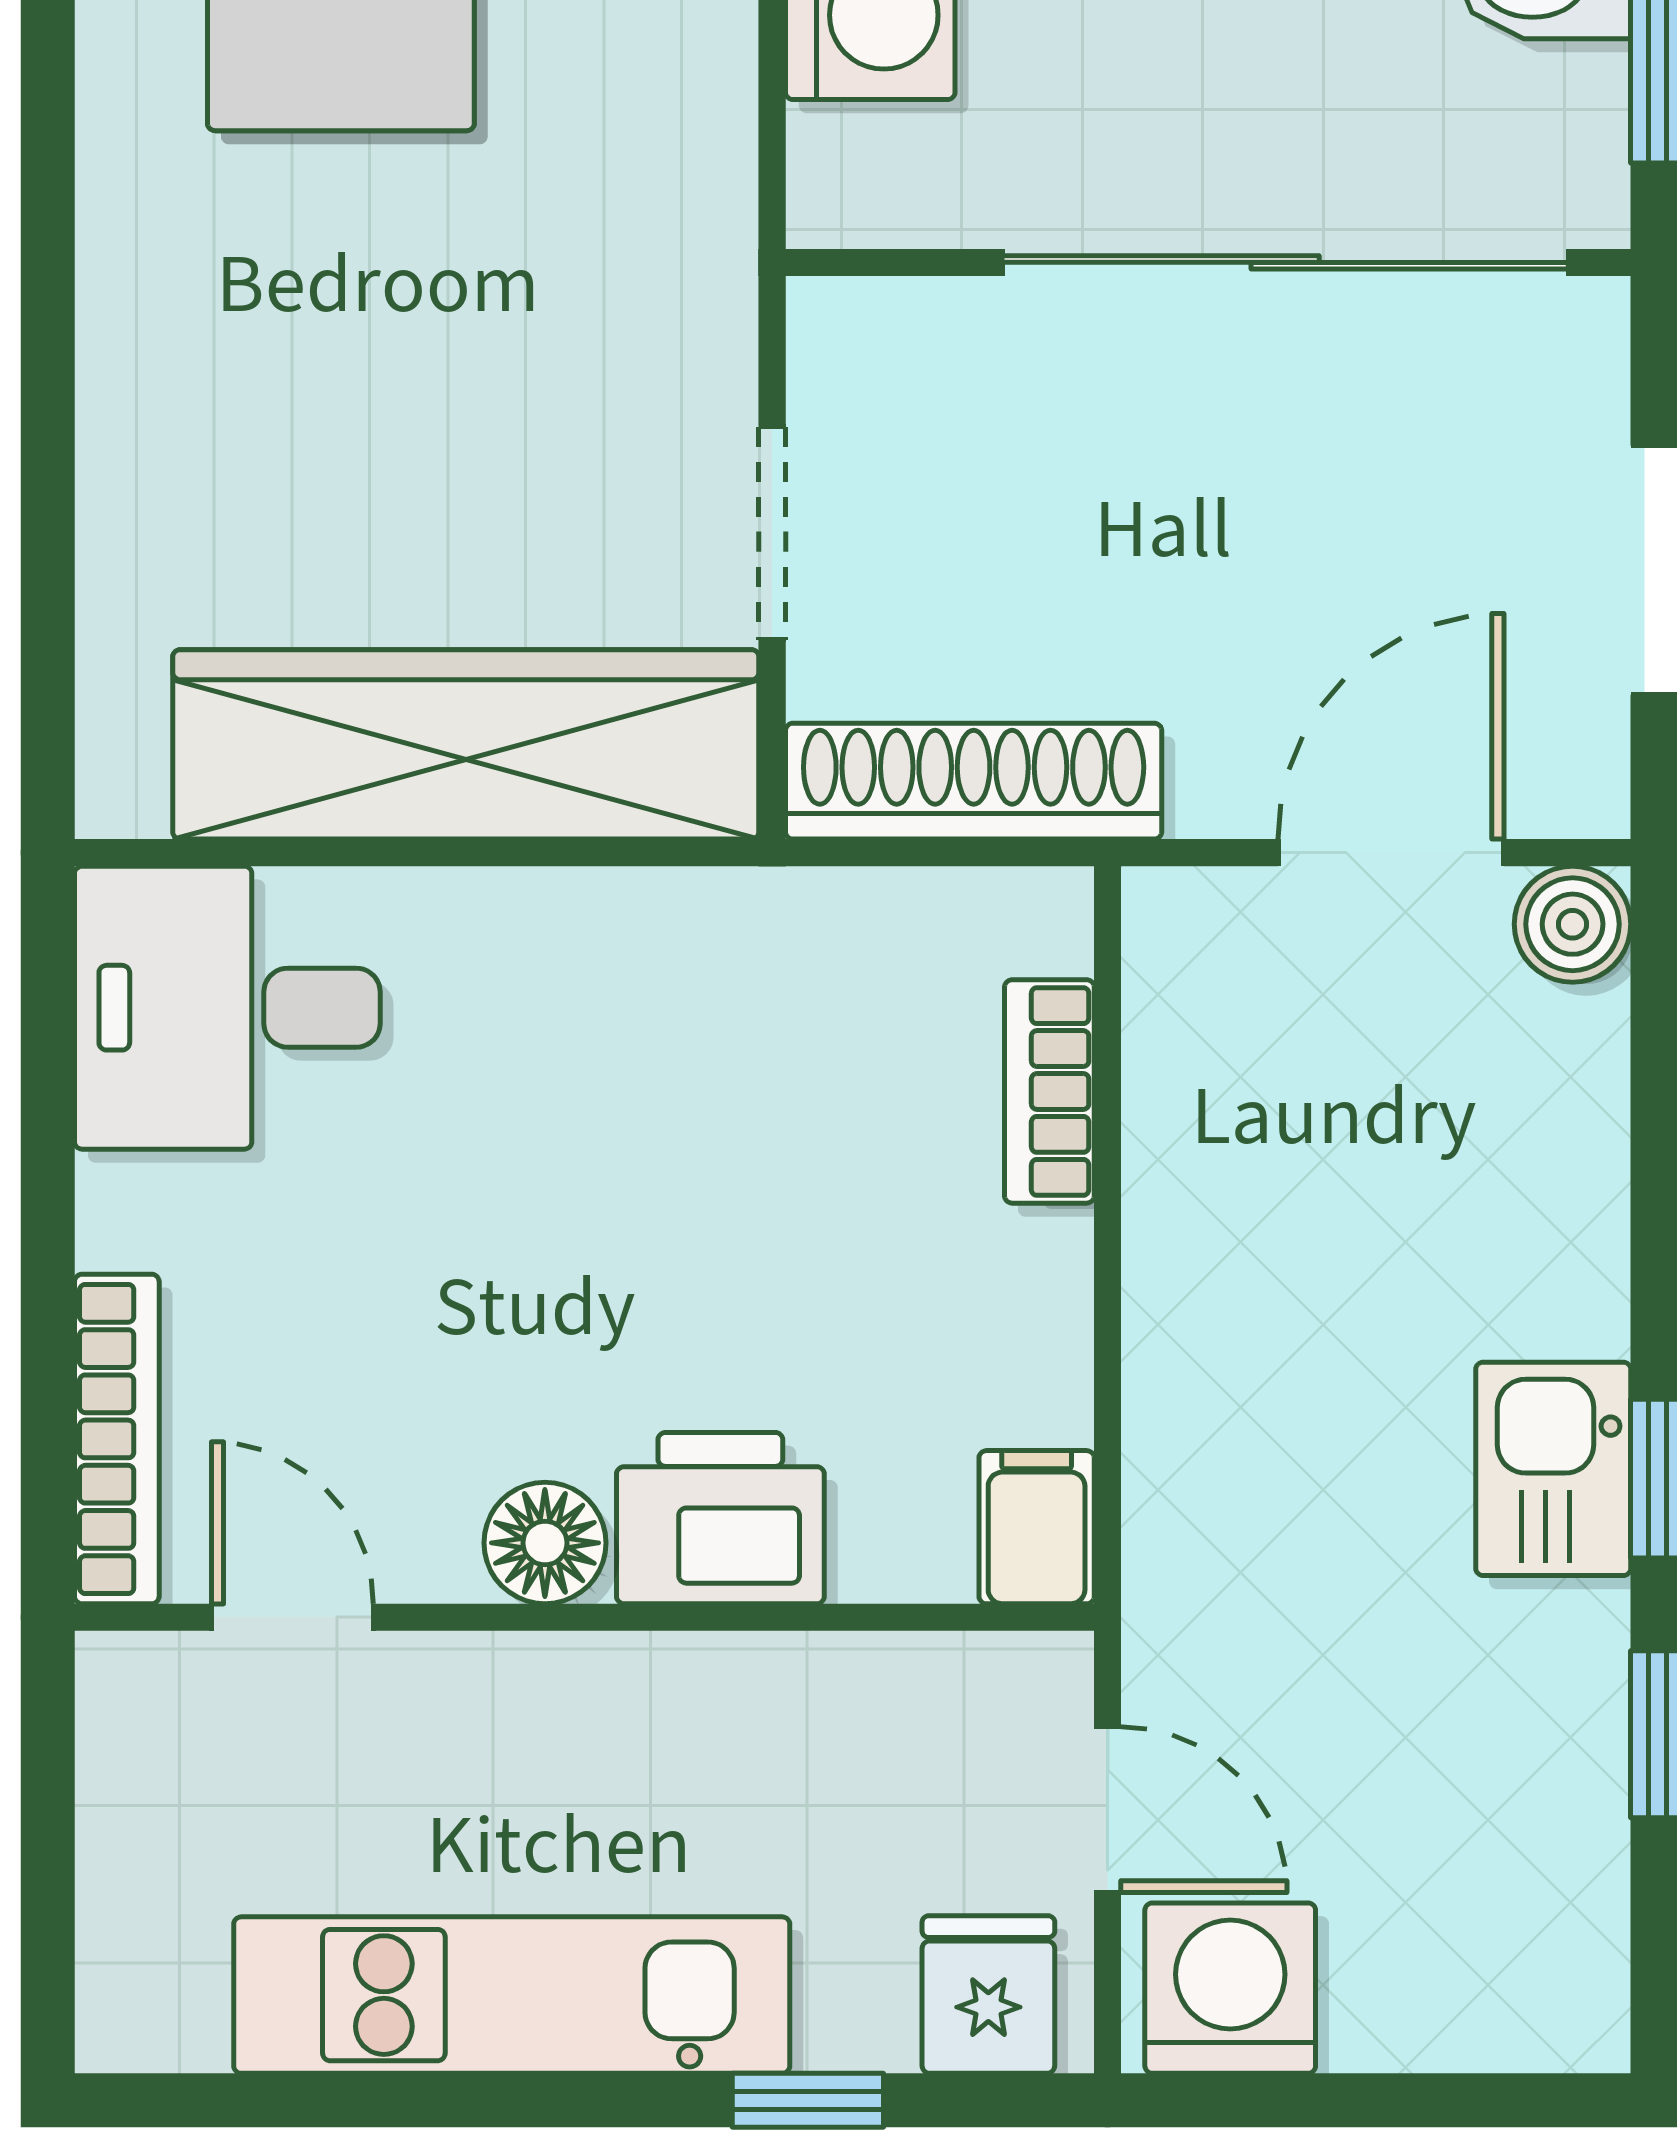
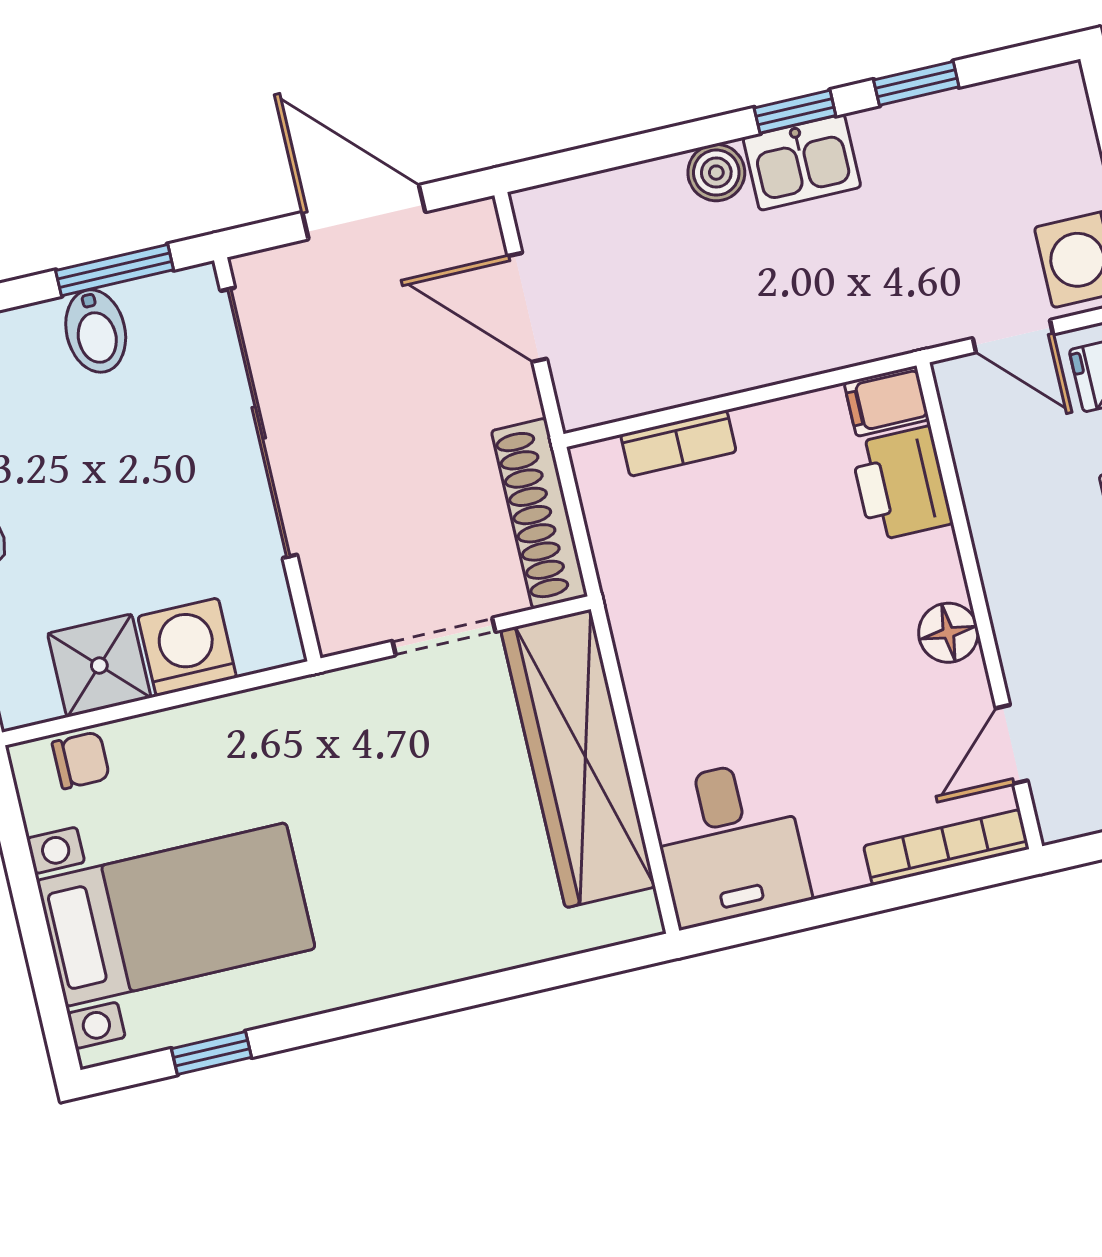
boiler: (1573, 924) -> (716, 173), moved
printer: (720, 1518) -> (901, 484), moved
door: (1108, 1810) -> (1013, 336), swing flipped

